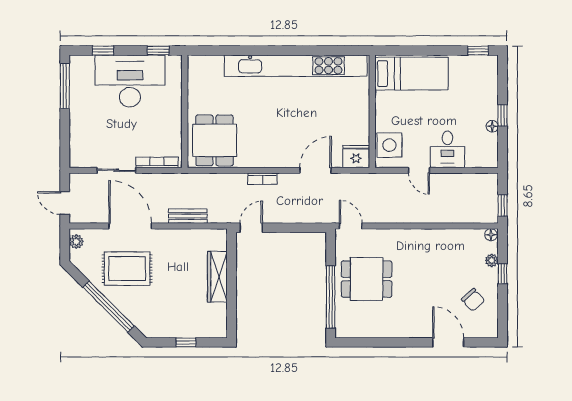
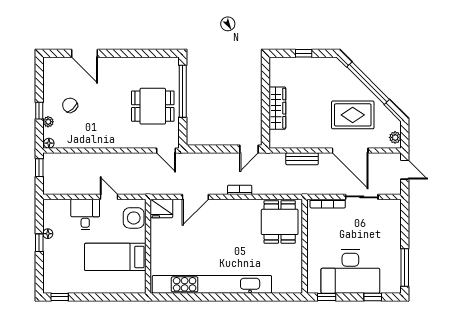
bed: (412, 74) -> (115, 257), moved
chair: (473, 300) -> (70, 105), moved

